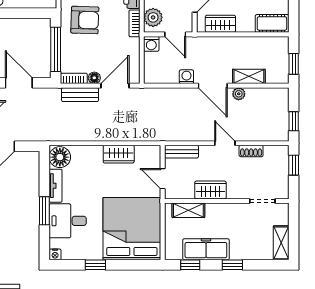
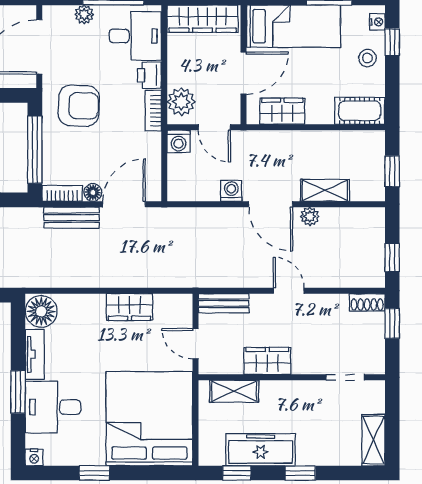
shoe rack: (251, 151) -> (367, 302), moved

